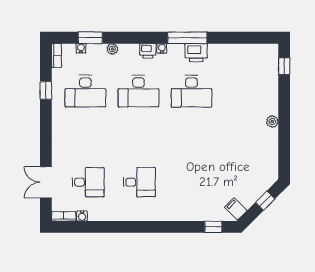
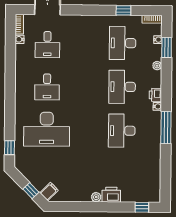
printer: (196, 53) -> (111, 195), moved, turned 90
desk: (191, 182) -> (47, 129), added
filing cabinet: (236, 209) -> (49, 192), moved

